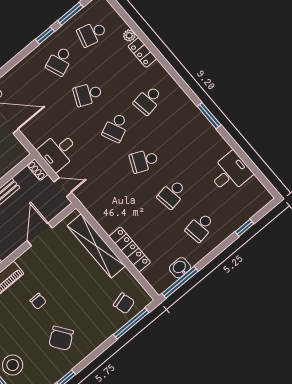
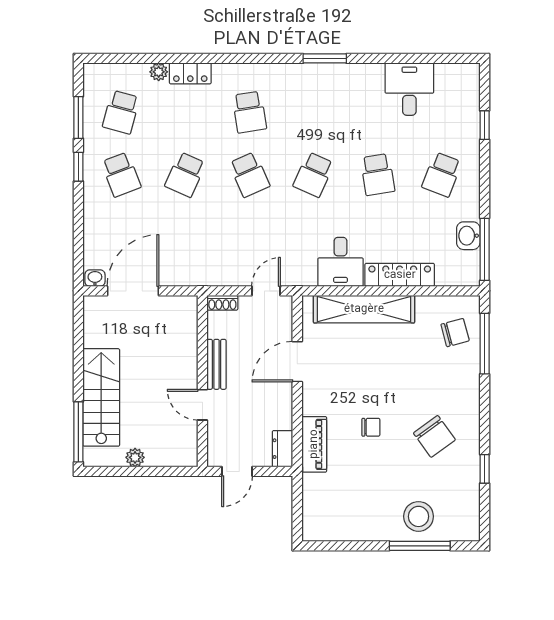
desk: (58, 151) -> (340, 262), moved
school desk: (200, 227) -> (442, 175), turned 30
door: (40, 234) -> (297, 362), hinge flipped

